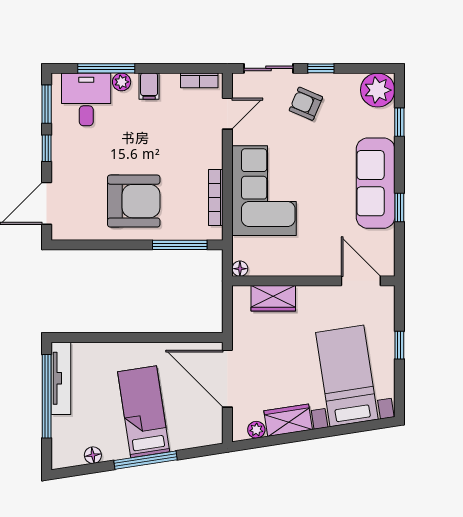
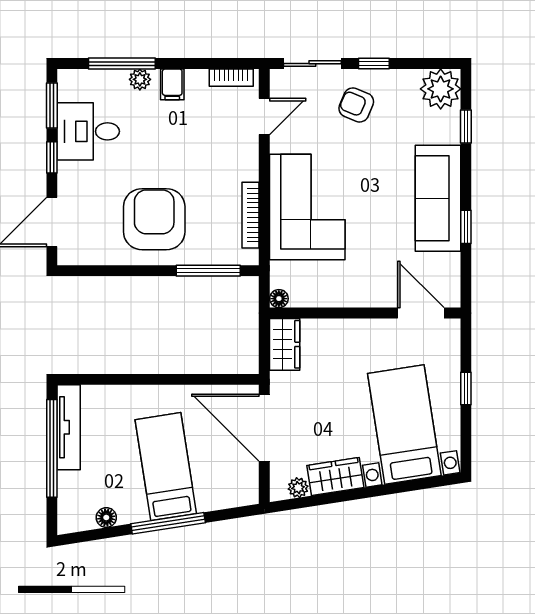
desk: (86, 99) -> (88, 131), moved, turned -90
armchair: (134, 201) -> (154, 219), turned -90
wardrobe: (273, 298) -> (285, 344), moved, turned -90

